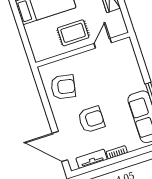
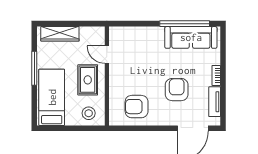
stool: (42, 44) -> (89, 113), added
armchair: (63, 87) -> (137, 107), turned -101

